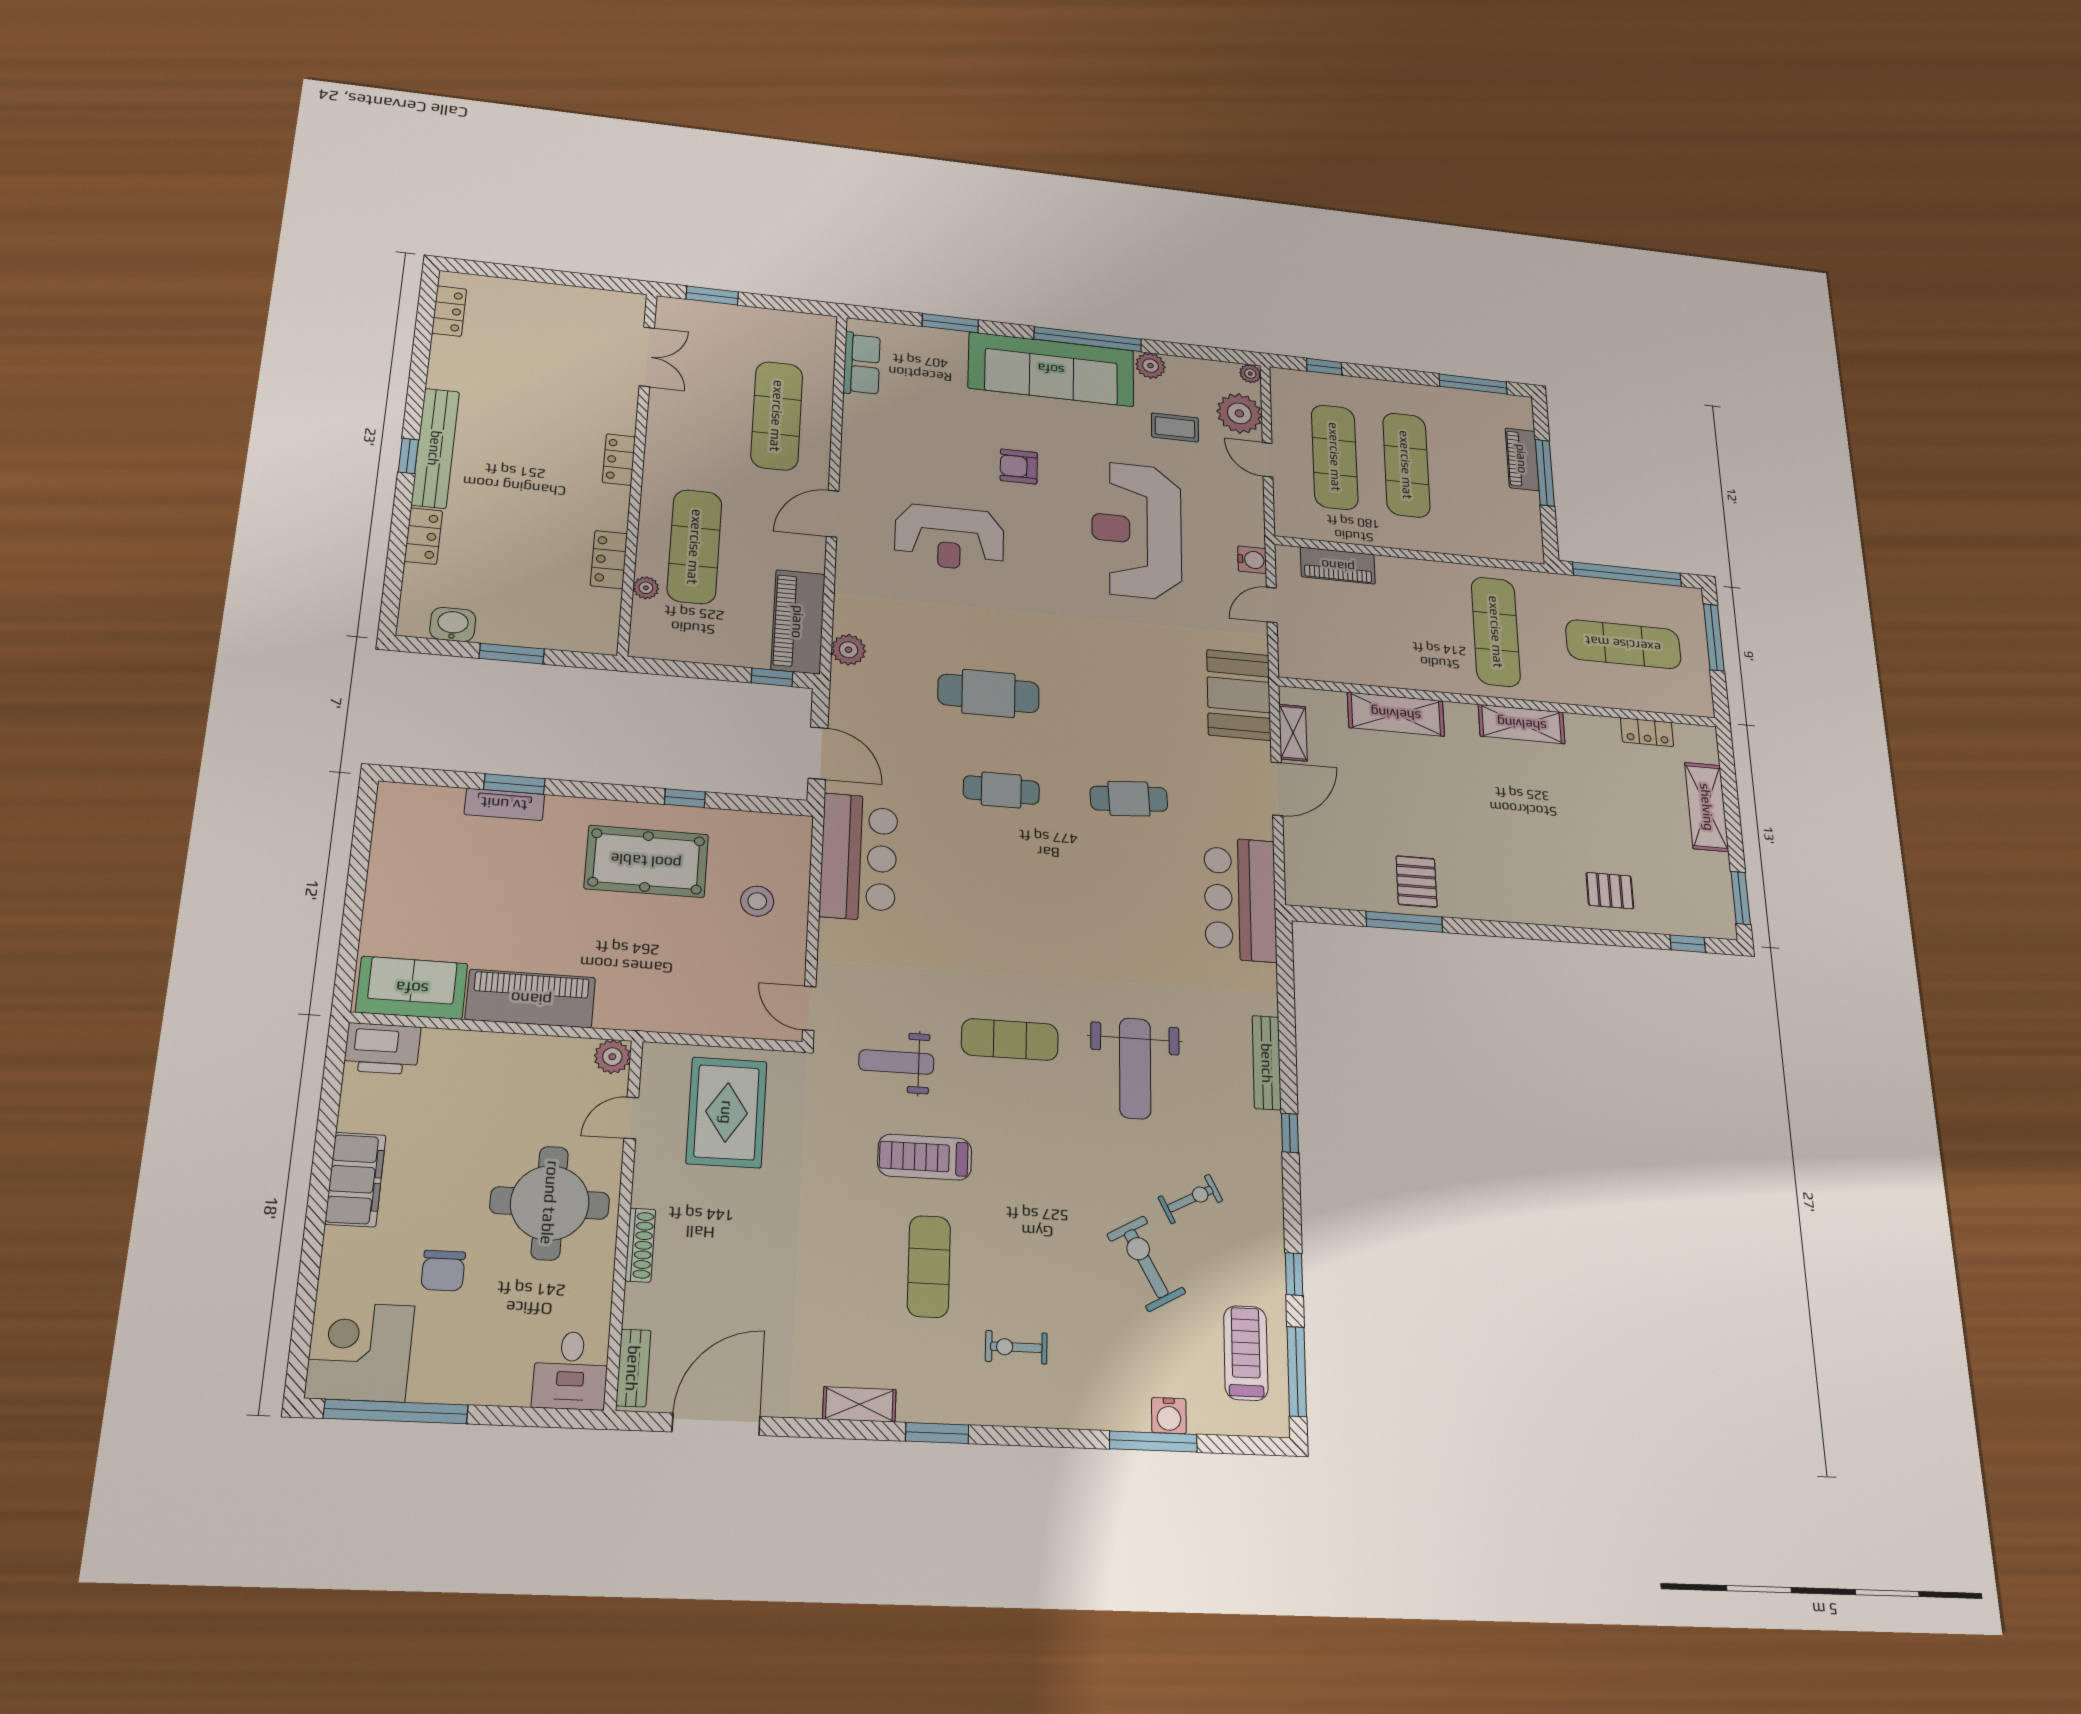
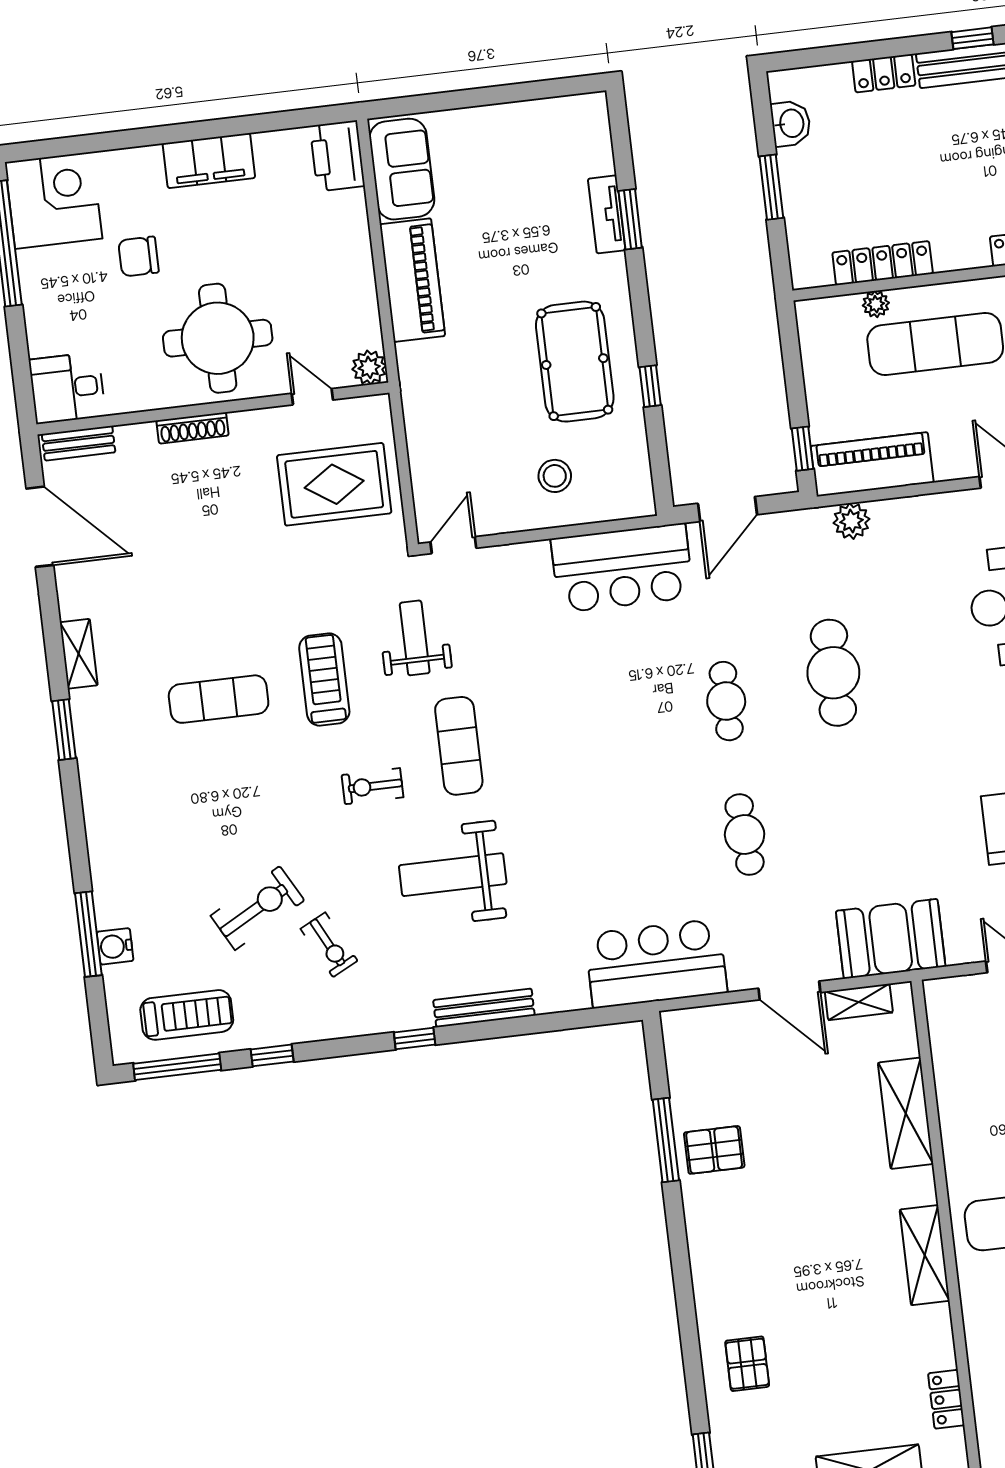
locker: (609, 560) -> (883, 263), width x1.53
exercise bike: (1016, 1347) -> (372, 786), moved, turned -90

